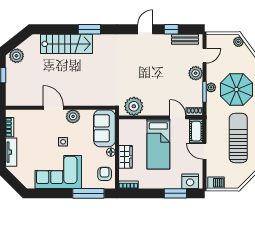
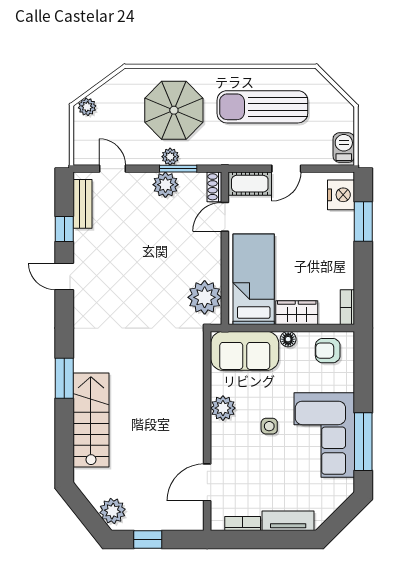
plant: (196, 73) -> (165, 185), moved
door: (53, 108) -> (207, 482), moved
bed: (158, 144) -> (254, 279), moved, turned -90
window: (88, 193) -> (363, 442), moved

